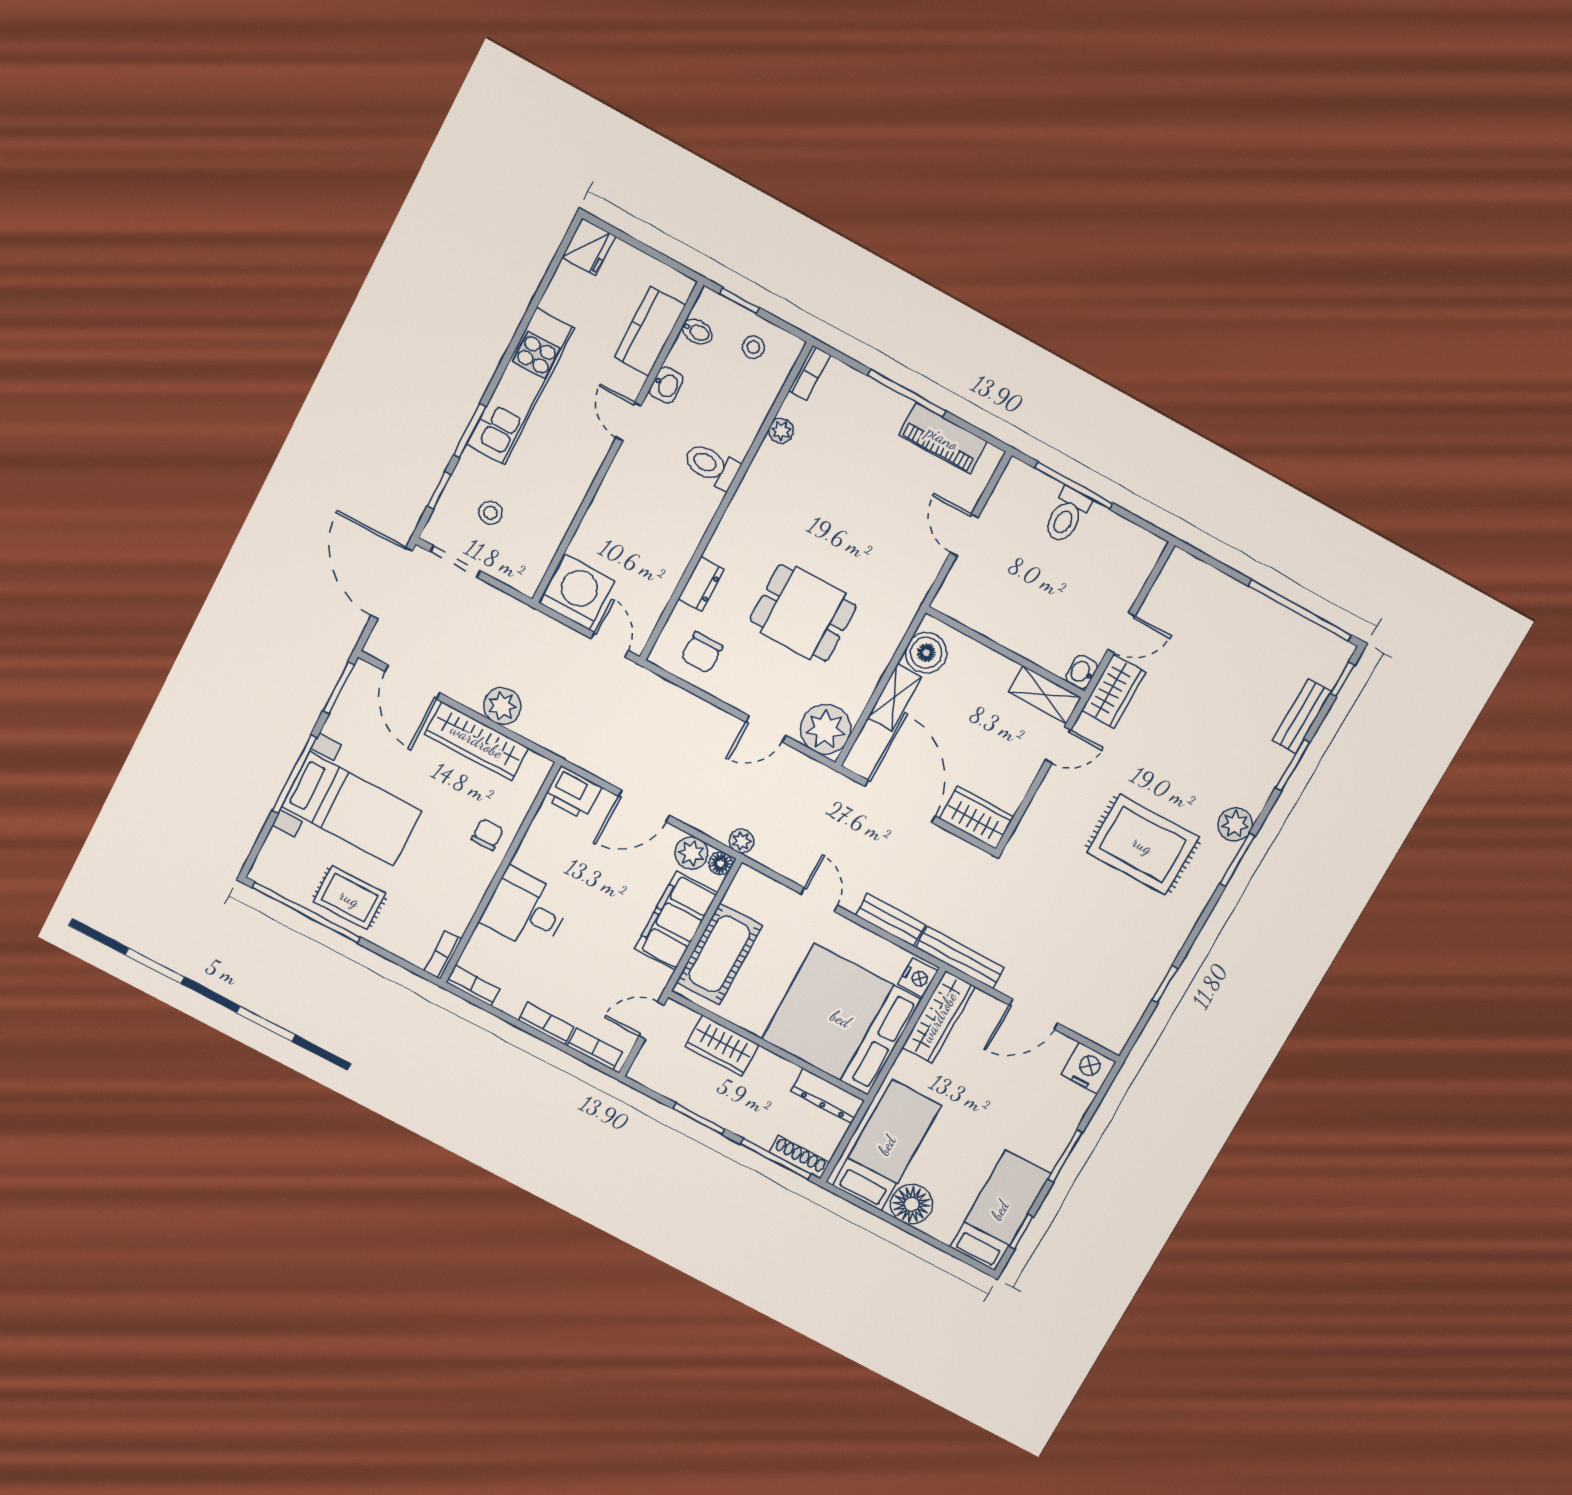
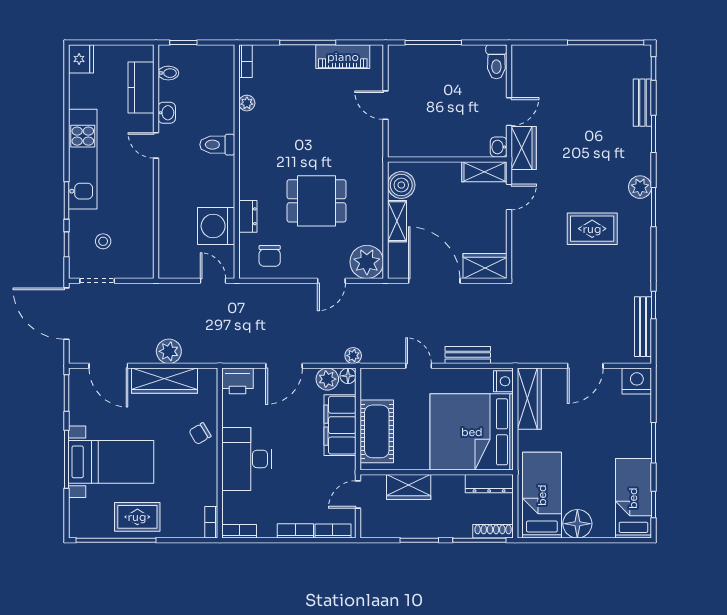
stool: (753, 347) -> (205, 64), removed
toilet: (1067, 516) -> (496, 62), moved
washing machine: (577, 592) -> (216, 226), moved, turned -90
chair: (487, 834) -> (200, 434), turned -121
rug: (1143, 845) -> (592, 229), width x0.73, depth x0.70
desk: (526, 910) -> (247, 459), width x1.37
bench: (960, 958) -> (643, 327), moved, turned 90

